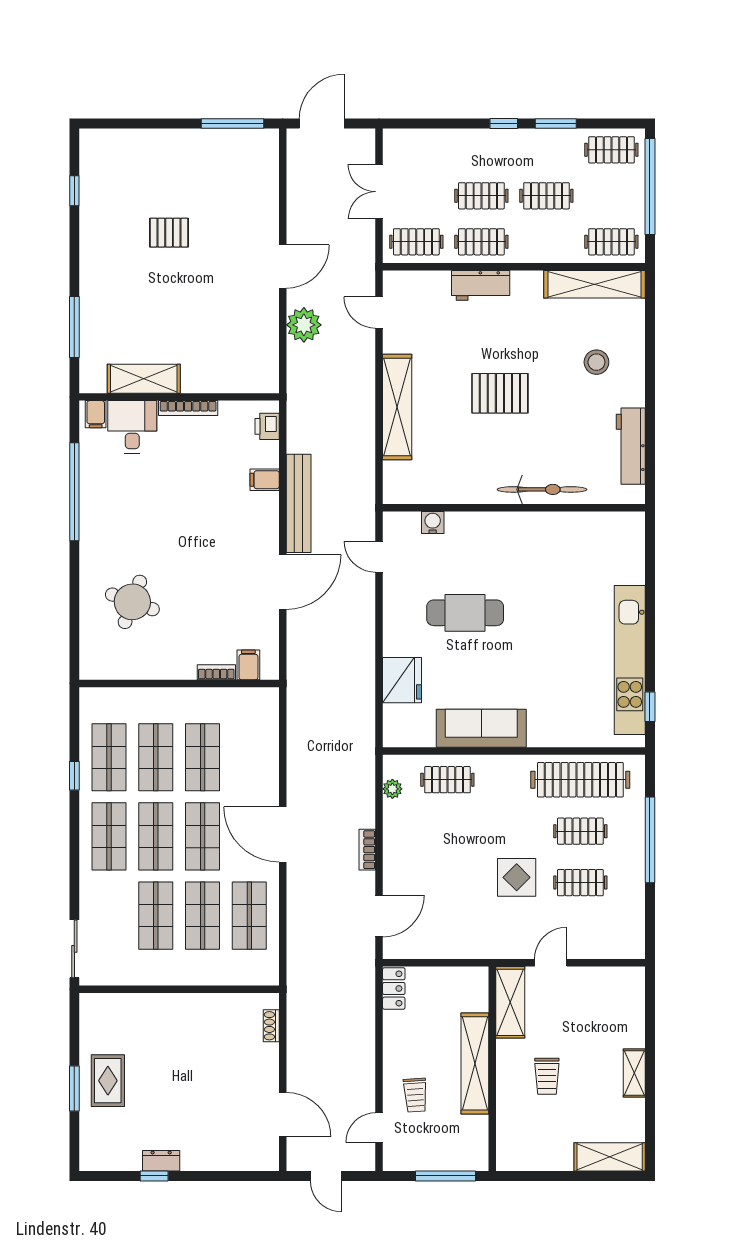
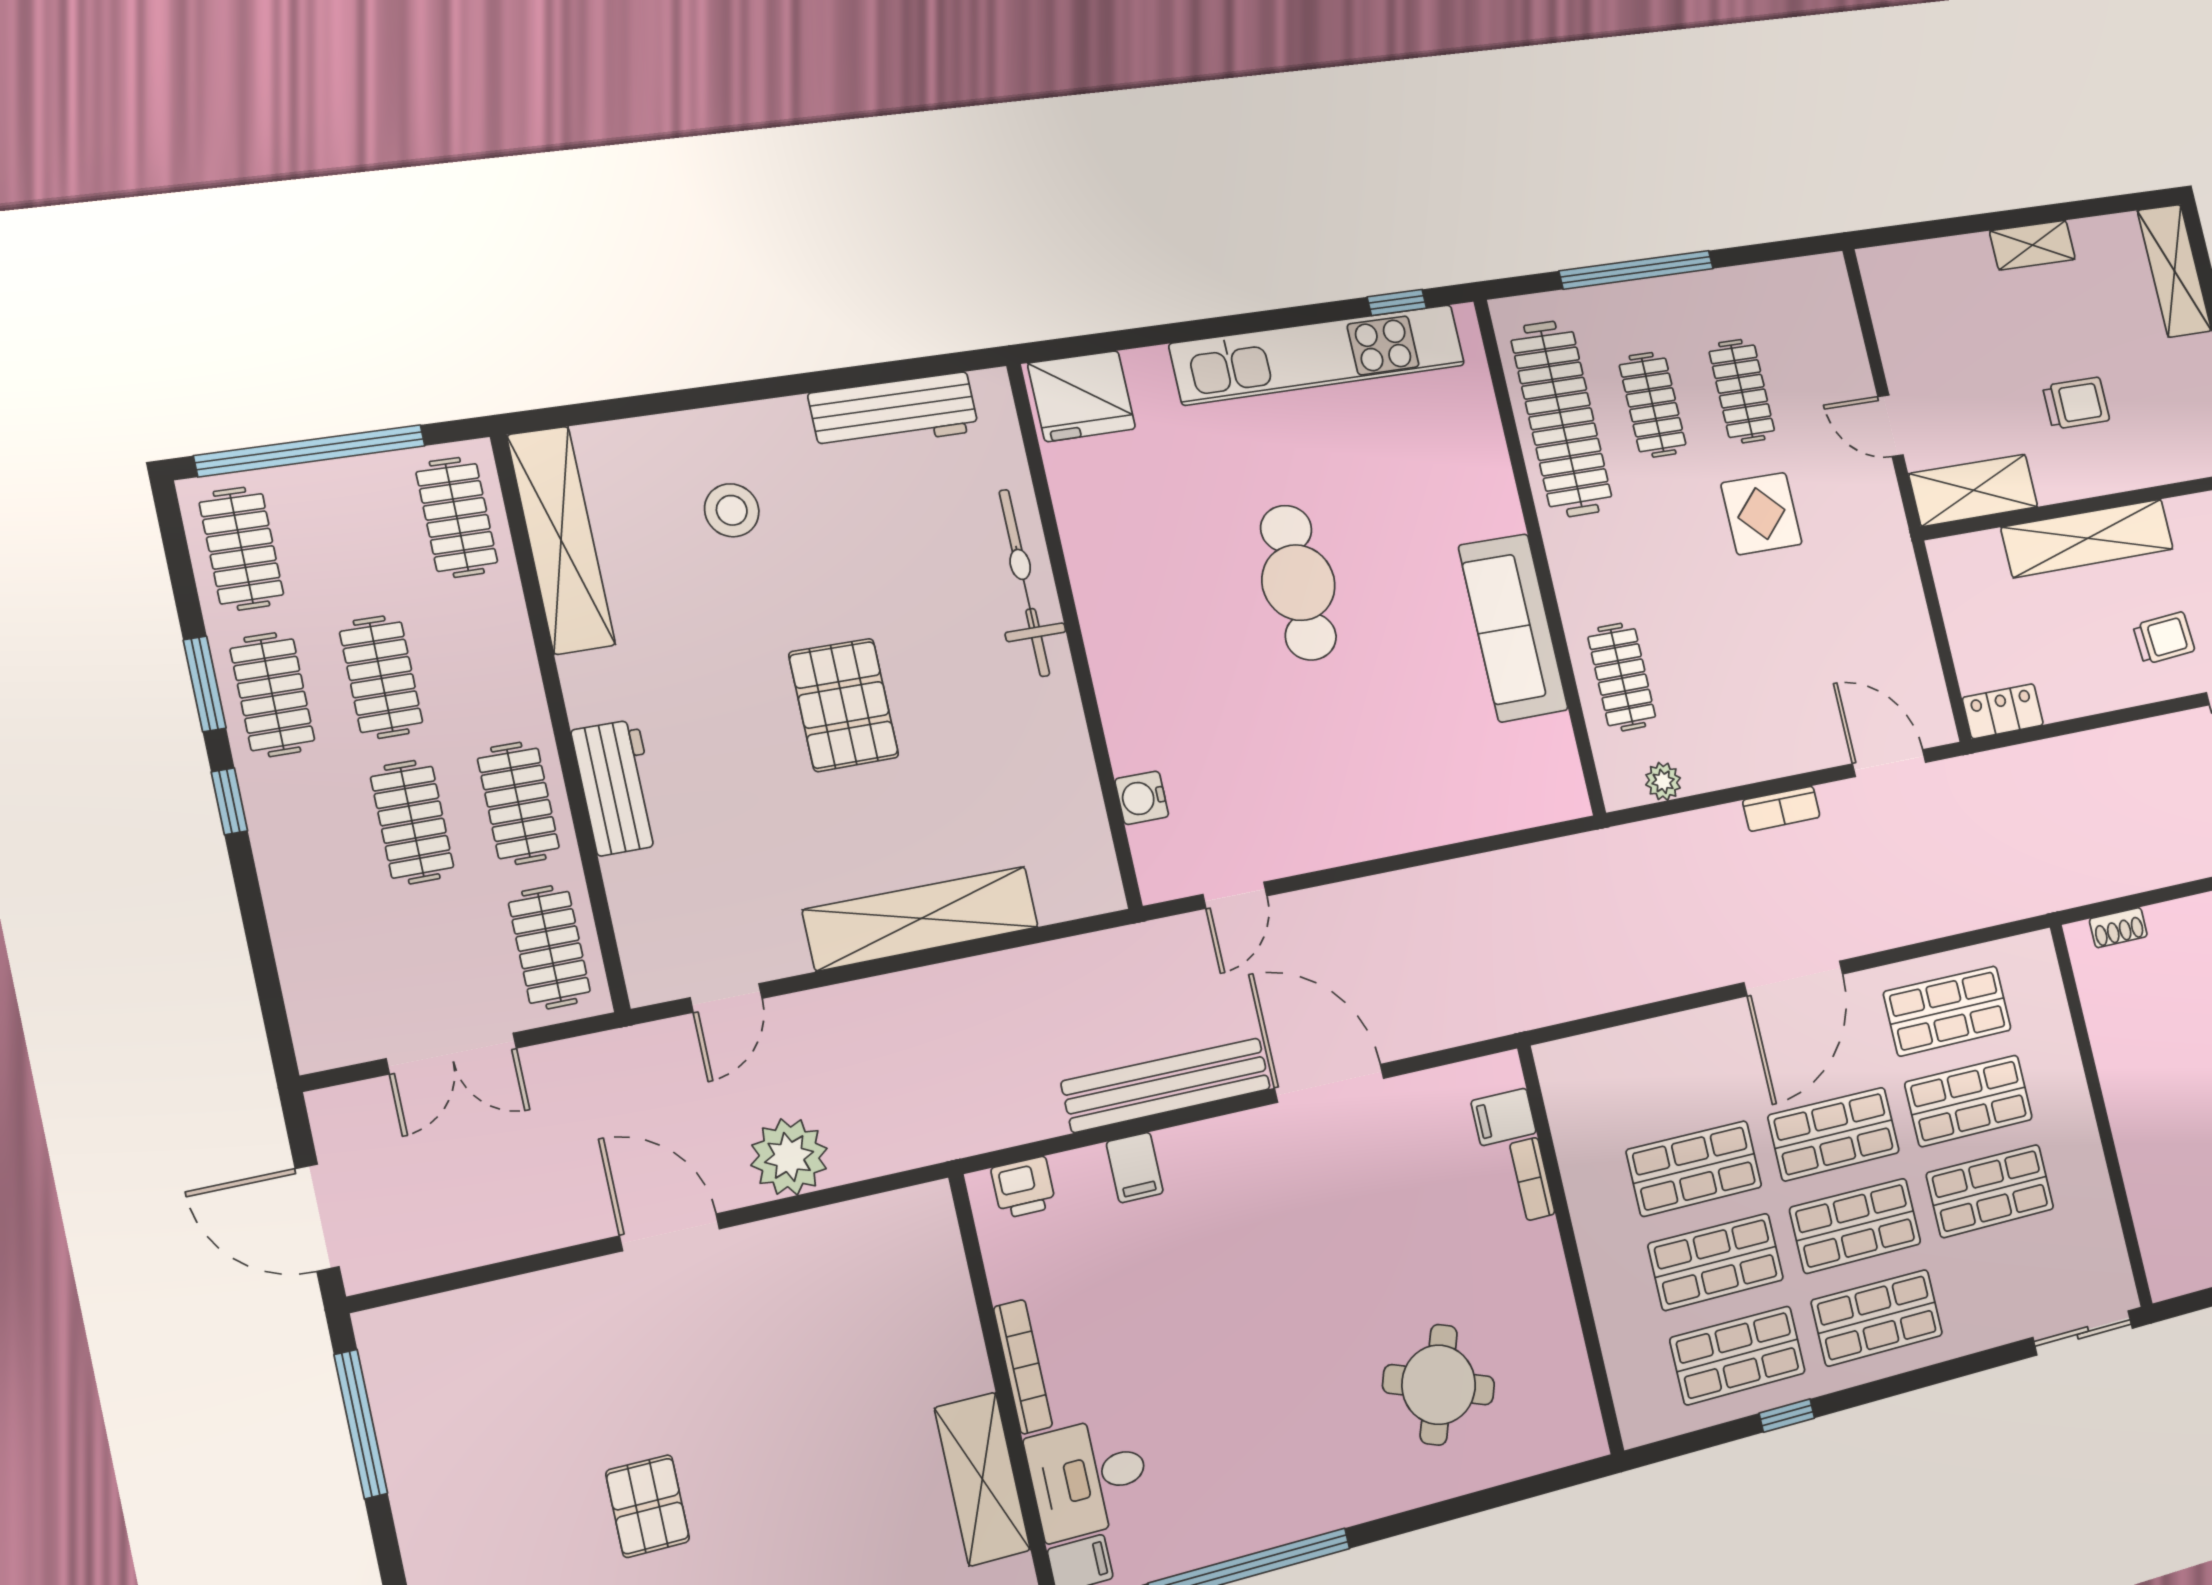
clothes rail: (546, 150) -> (272, 695), added
cafe table: (465, 613) -> (1298, 583), moved
fridge: (402, 680) -> (1082, 396), moved, turned 180

